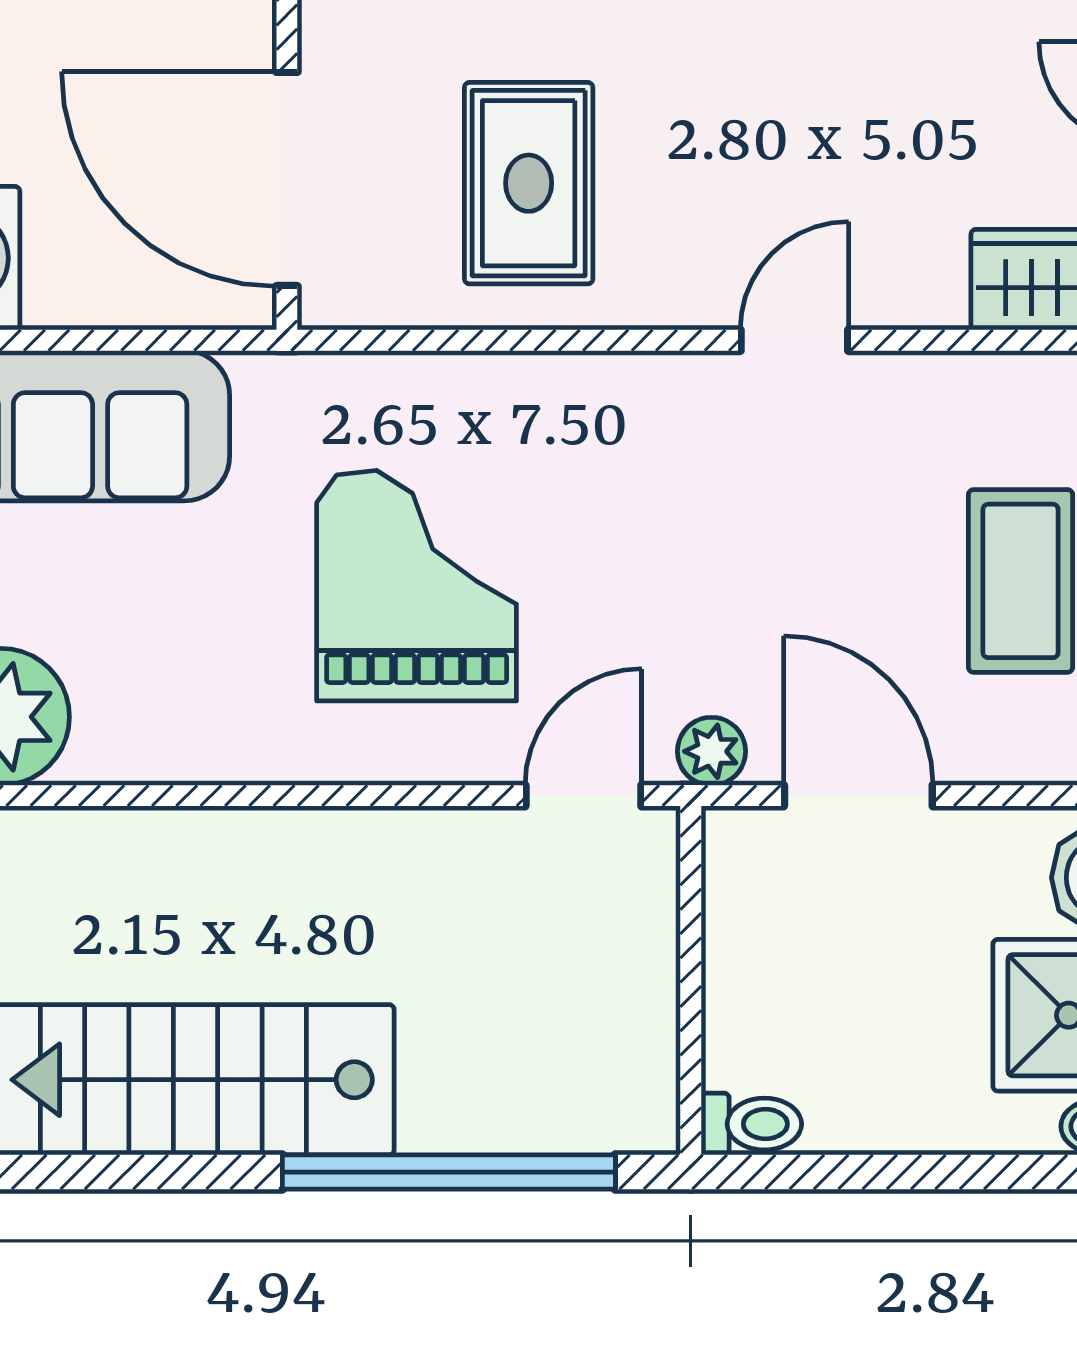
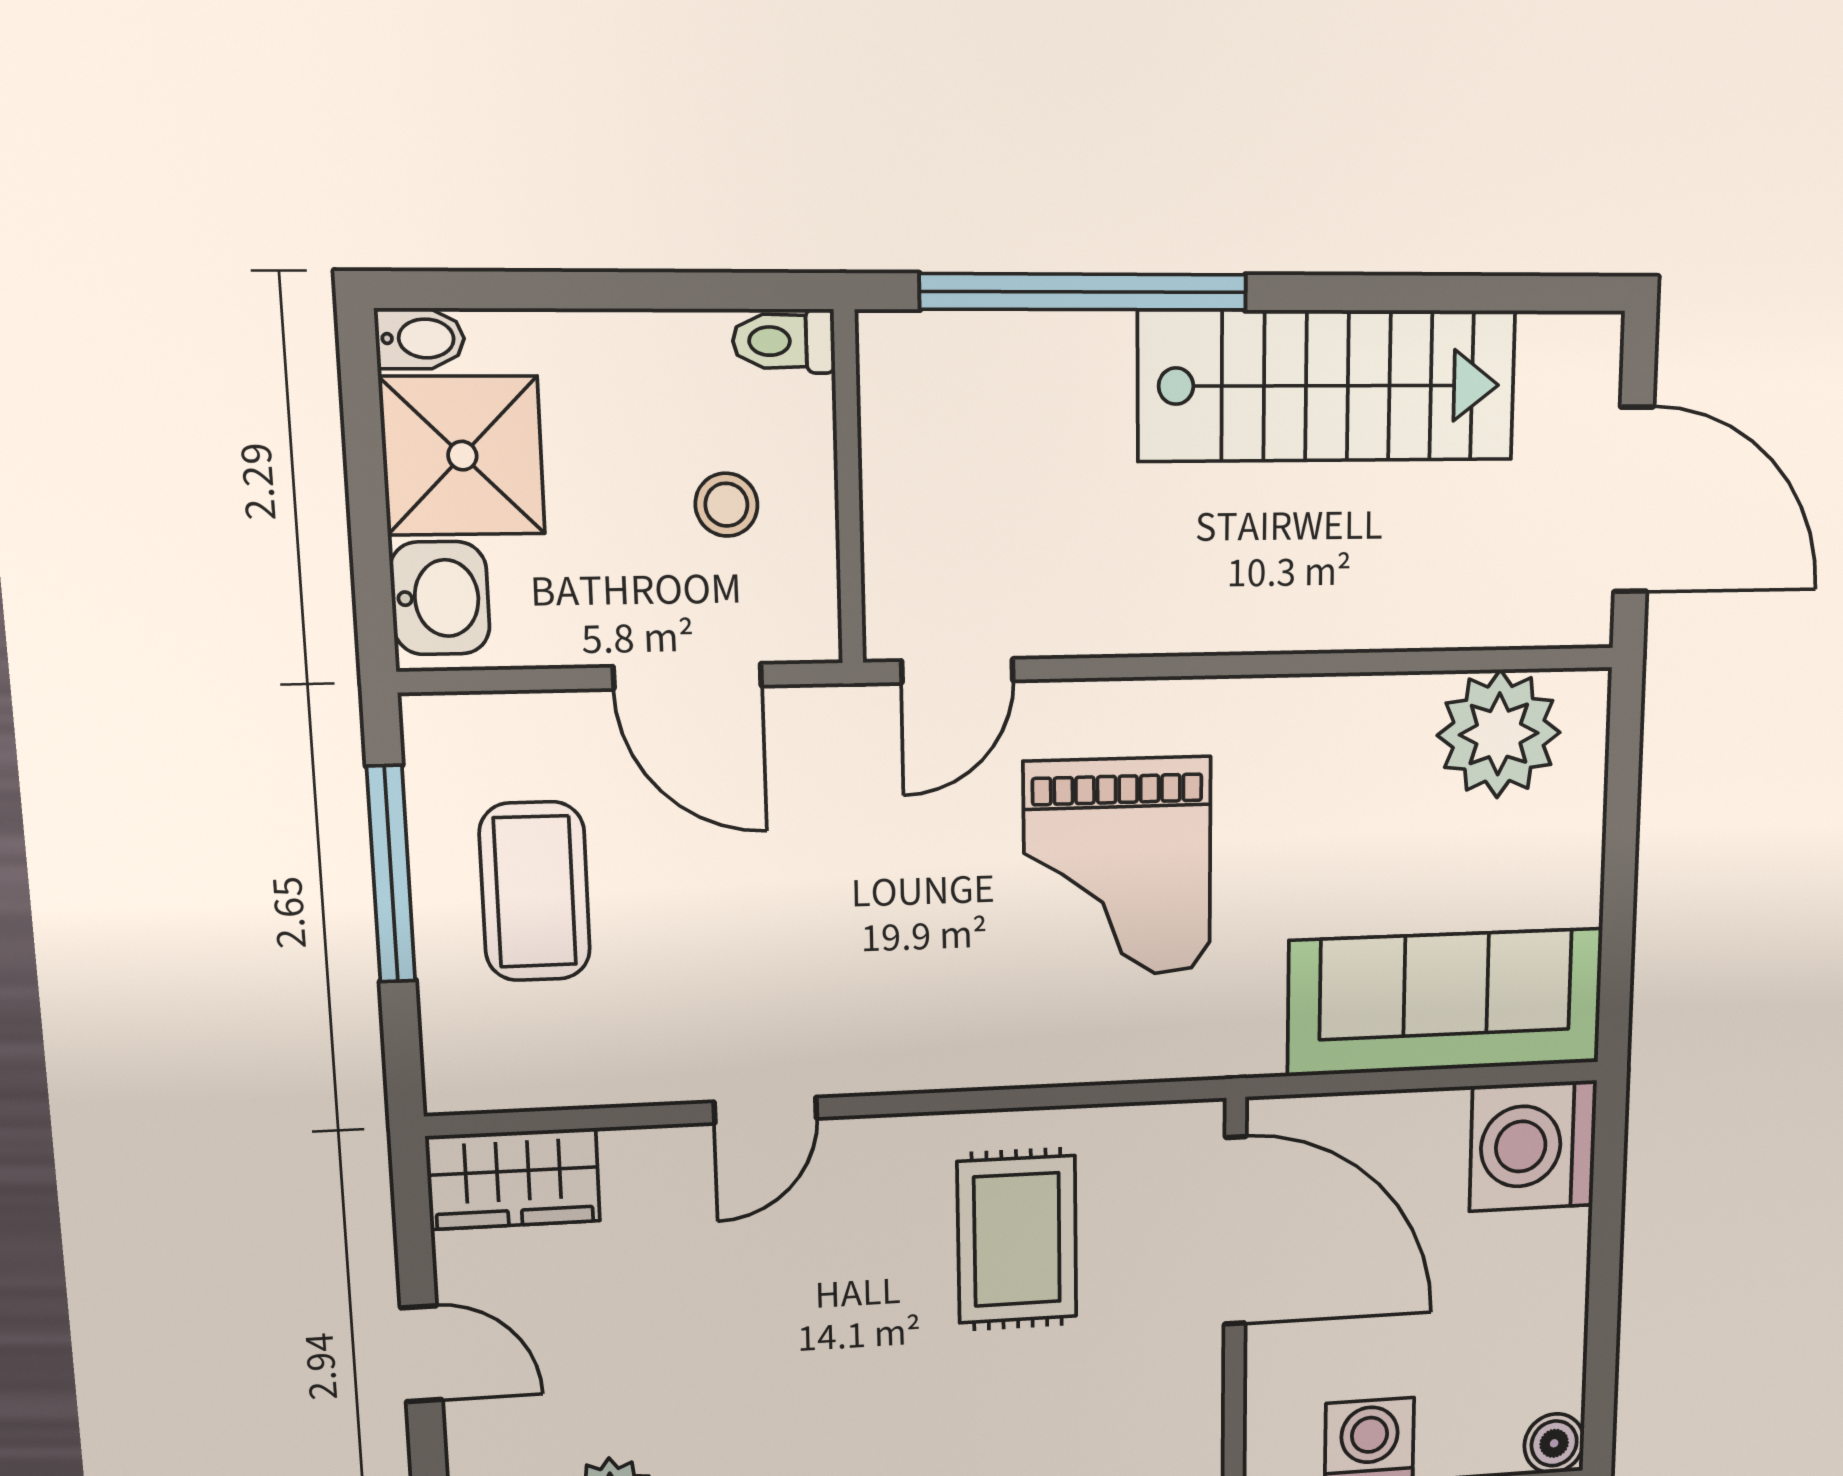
plant: (711, 751) -> (834, 717), removed
stool: (813, 966) -> (726, 505), added

